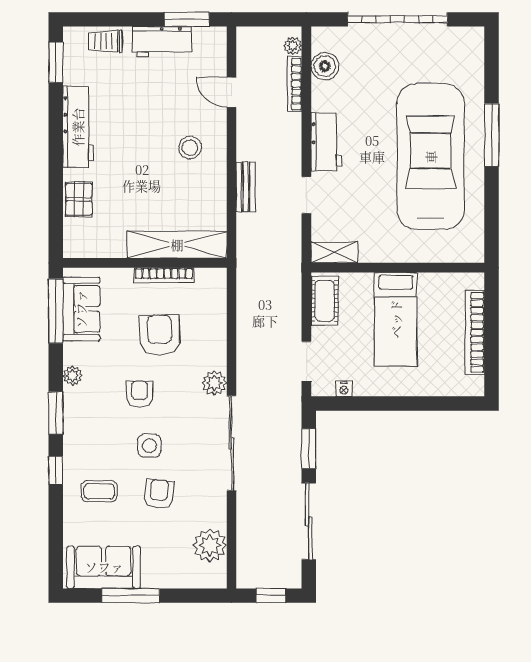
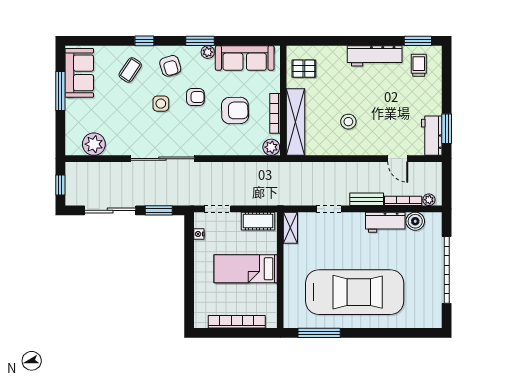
trolley: (105, 41) -> (419, 65), moved
workbench: (162, 42) -> (432, 136), moved
door: (231, 92) -> (398, 159), swing flipped
window: (491, 135) -> (319, 333), moved
workbench: (326, 142) -> (385, 222), moved
stool: (190, 148) -> (348, 122), moved
bench: (246, 187) -> (367, 199), moved
pallet: (79, 199) -> (304, 69), moved
sofa: (81, 309) -> (245, 58), width x1.36
window: (56, 311) -> (251, 41), removed
plant: (214, 383) -> (271, 147), moved
window: (56, 413) -> (200, 41), moved
coffee table: (99, 491) -> (130, 70), turned 34
armchair: (159, 494) -> (170, 66), moved, turned 67

